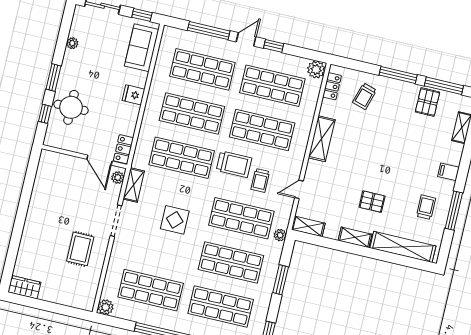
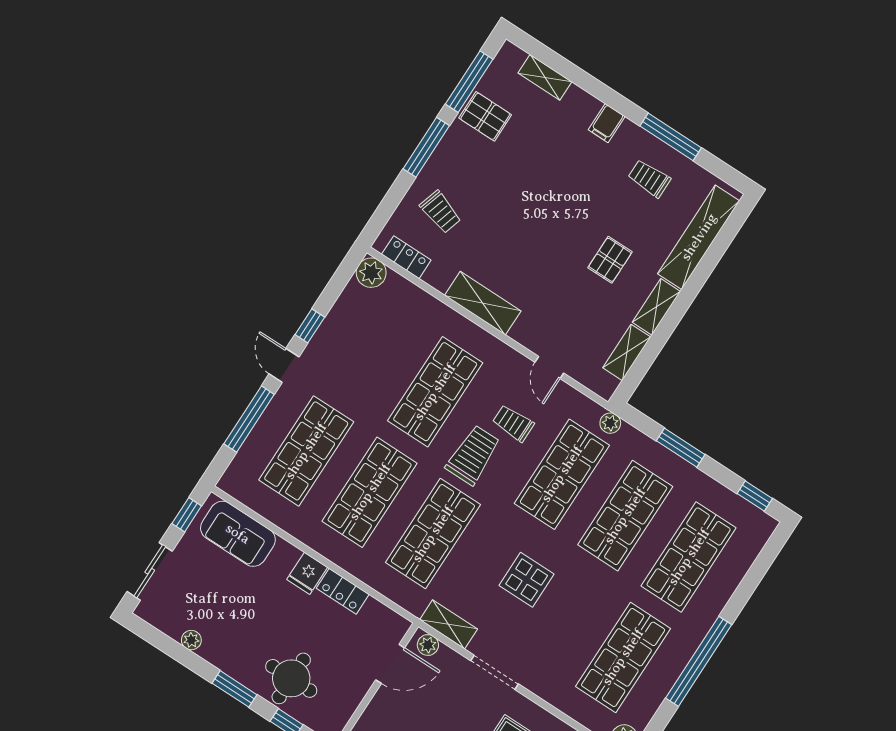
shop shelf: (272, 86) -> (372, 350), removed
locker: (123, 149) -> (343, 591), moved
trolley: (260, 180) -> (513, 423), turned 180
shelving: (308, 226) -> (627, 352), moved

